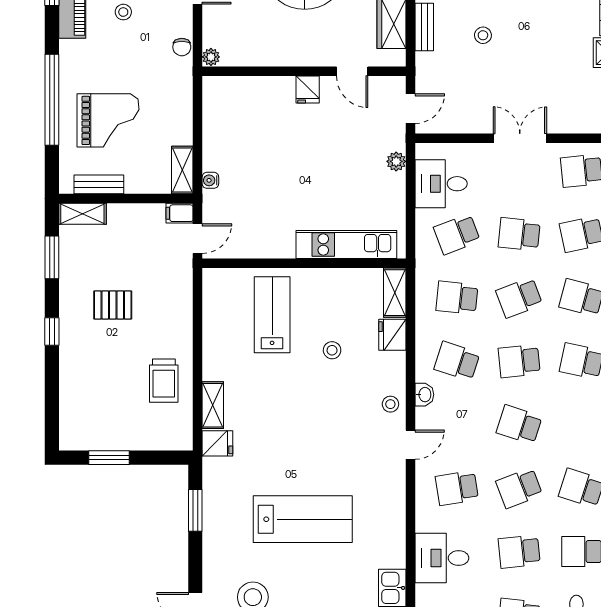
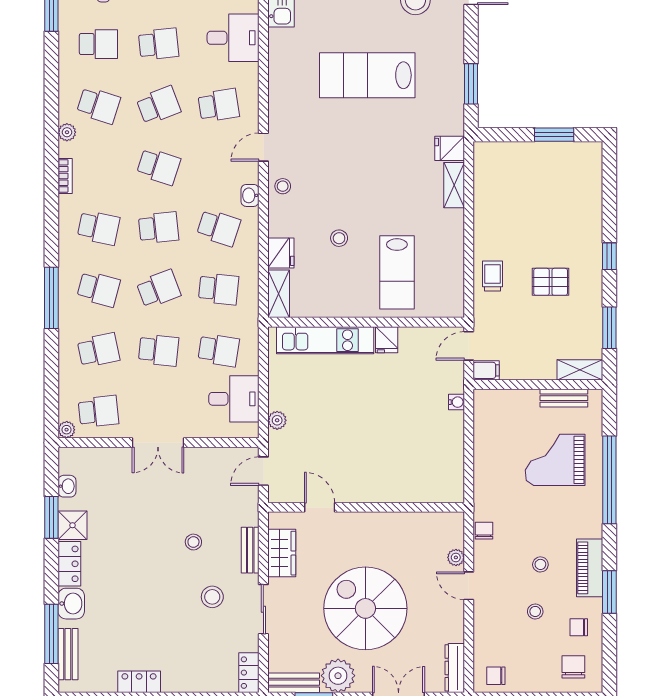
plant: (211, 57) -> (456, 557), moved
fridge: (308, 90) -> (387, 340), moved, turned 180
shelving: (182, 170) -> (484, 412), removed
school desk: (457, 234) -> (219, 350), turned 30
trolley: (164, 381) -> (493, 276), moved, width x0.73, depth x0.72

